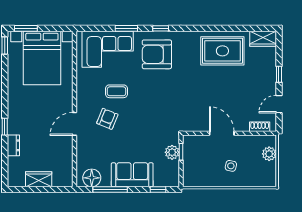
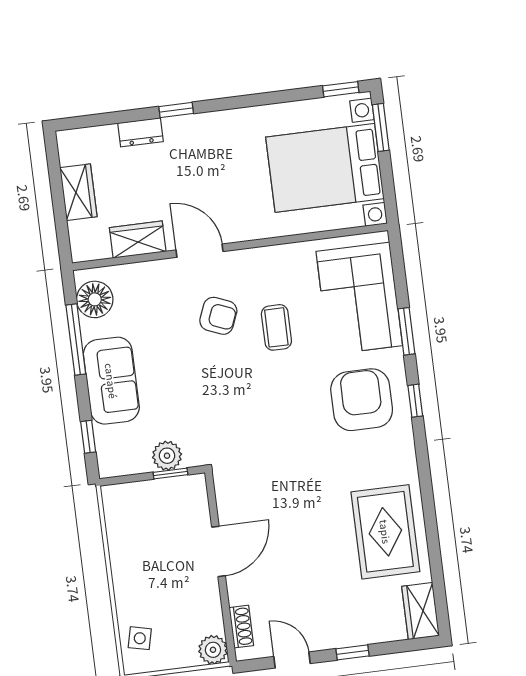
wardrobe: (65, 153) -> (138, 240), added
plant: (269, 154) -> (213, 650), moved
side table: (231, 166) -> (140, 638), moved

